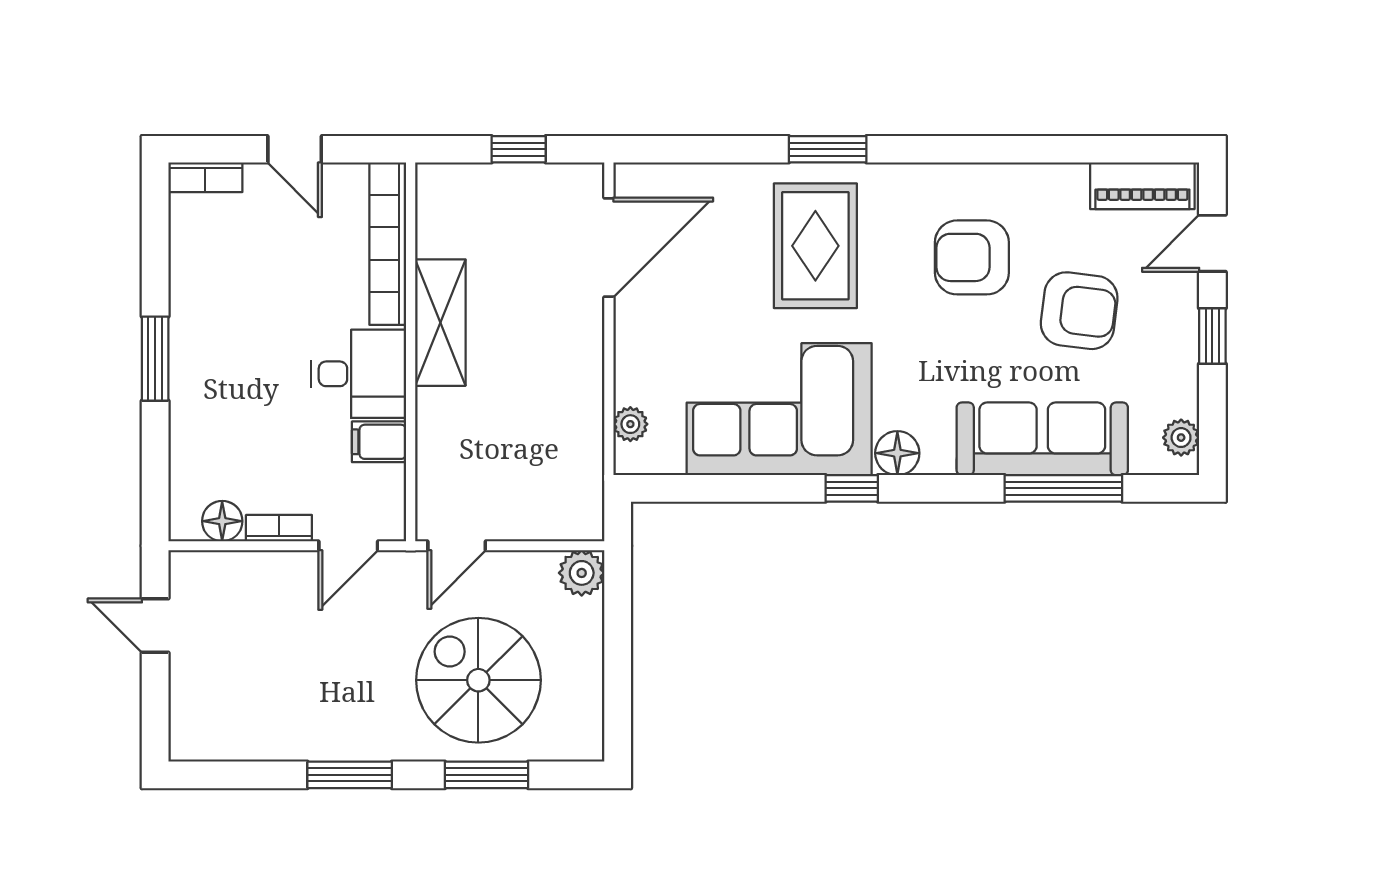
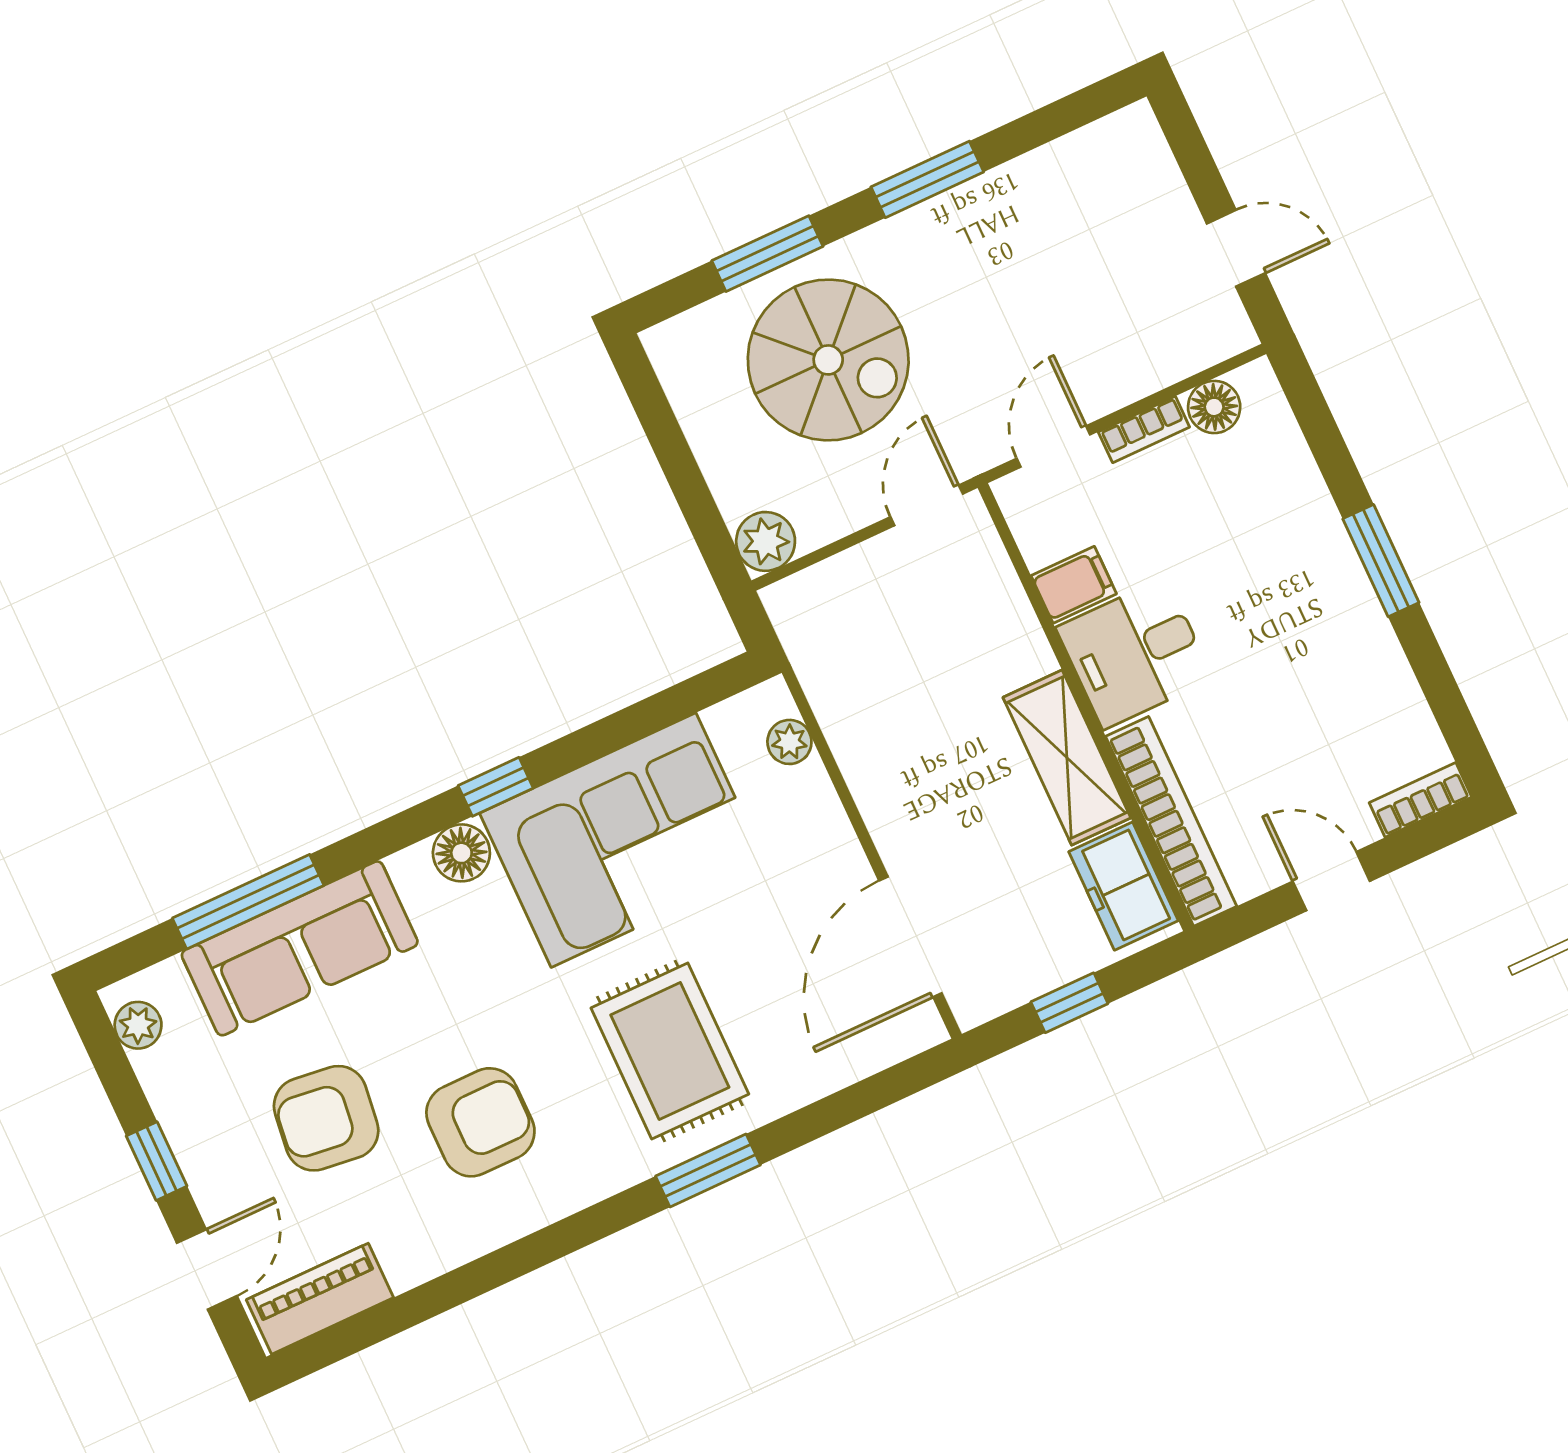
freezer: (442, 214) -> (1124, 886), added

